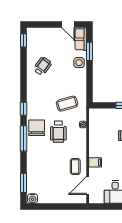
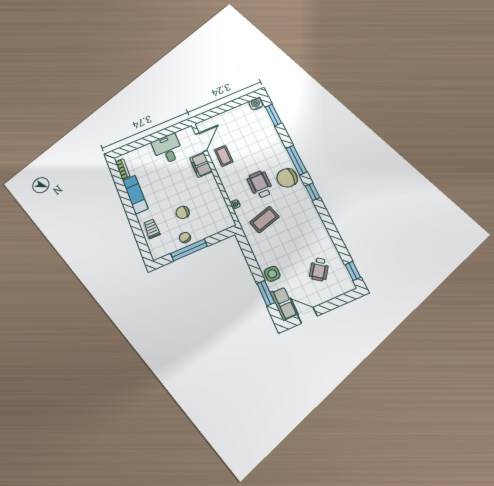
wheelchair: (42, 66) -> (319, 269), moved
chair: (37, 128) -> (287, 178), turned 90
filing cabinet: (95, 162) -> (201, 165), width x2.00

